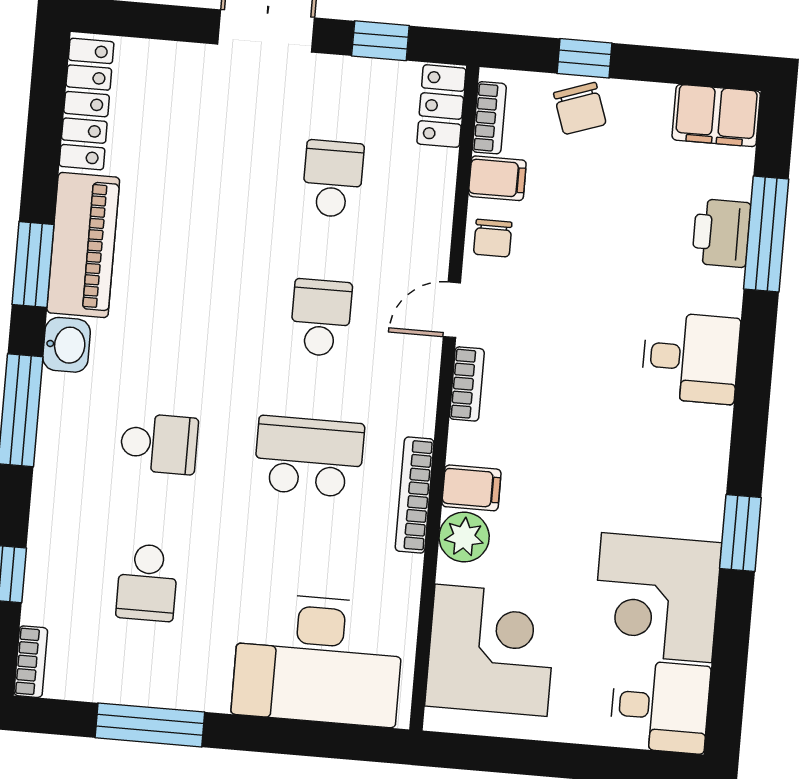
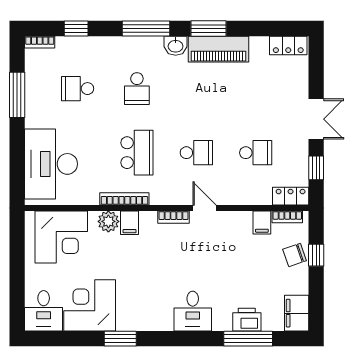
locker: (87, 104) -> (288, 45), width x0.66
chair: (493, 238) -> (236, 223), removed

